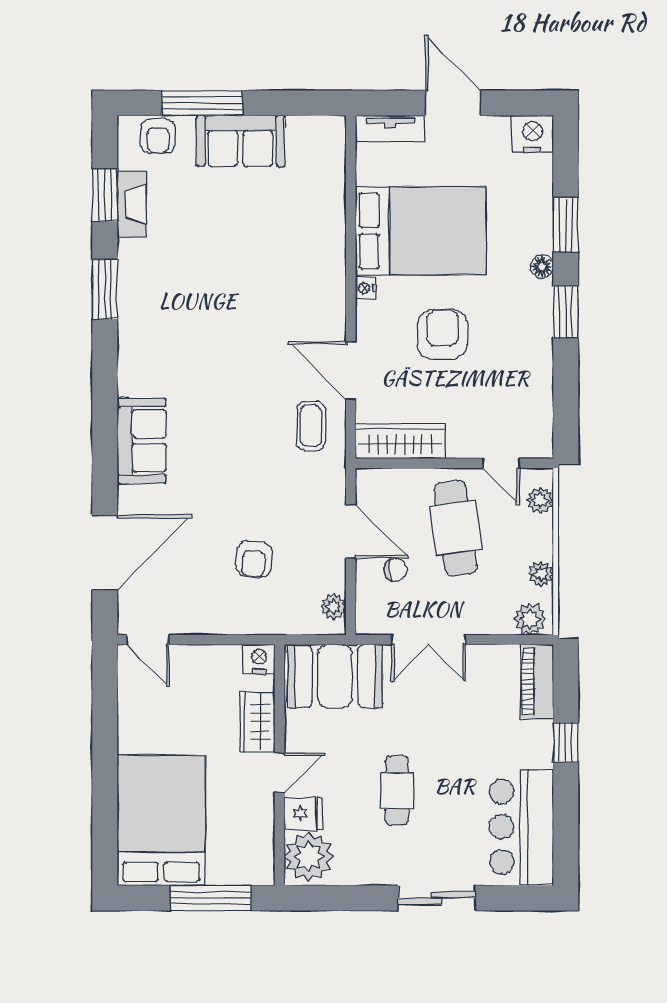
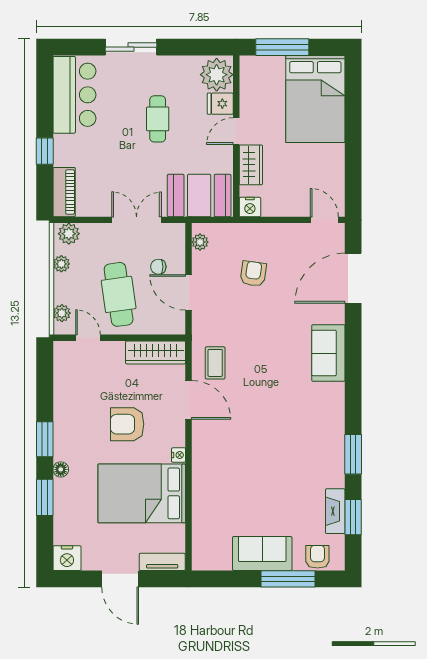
armchair: (442, 334) -> (127, 424), turned 90

